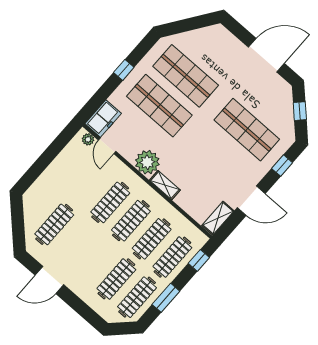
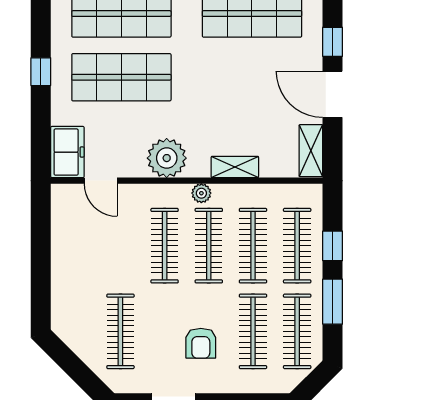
plant: (88, 139) -> (201, 193), moved
window: (282, 166) -> (333, 42), moved
shelving: (165, 185) -> (235, 167), moved
door: (251, 201) -> (333, 94), swing flipped
window: (199, 260) -> (333, 246), moved
armchair: (87, 263) -> (201, 343), added

